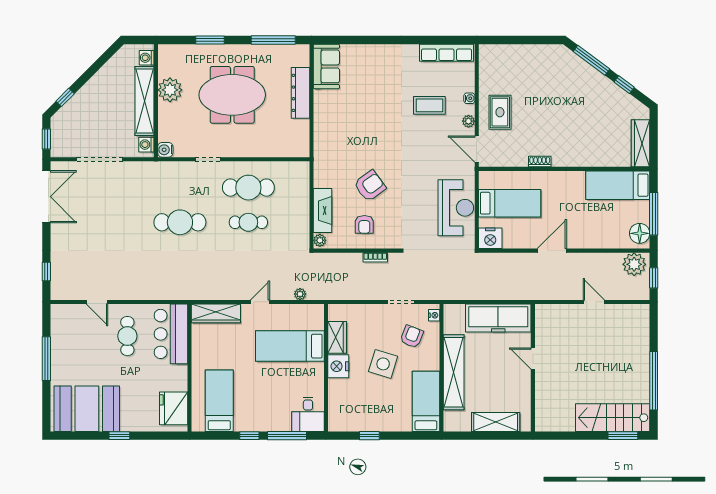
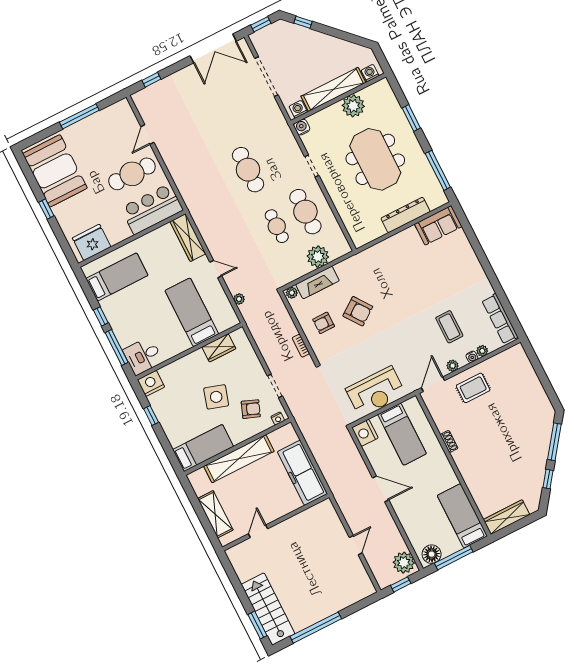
plant: (469, 85) -> (482, 351), added
plant: (298, 197) -> (318, 257), added
cafe table: (127, 336) -> (132, 174), width x1.37, depth x1.35
door: (533, 359) -> (258, 531), moved
nightstand: (338, 366) -> (151, 383), moved

